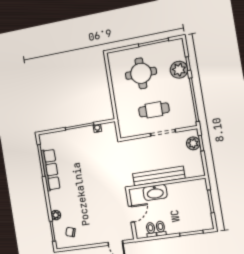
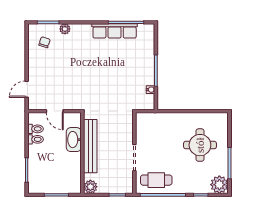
plant: (179, 70) -> (219, 185), moved
cafe table: (154, 110) -> (156, 180), moved, turned 90
plant: (193, 143) -> (90, 187), moved

